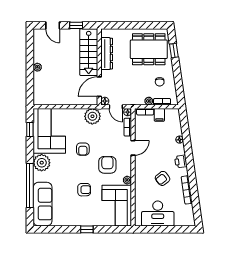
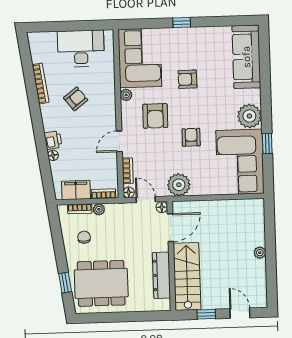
filing cabinet: (159, 115) -> (76, 190), width x2.00
window: (30, 130) -> (267, 143), moved
printer: (181, 161) -> (53, 140), moved
window: (30, 186) -> (265, 83), removed

